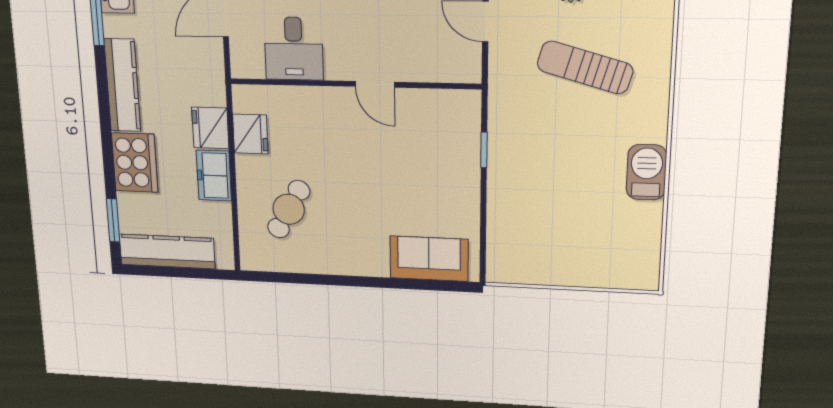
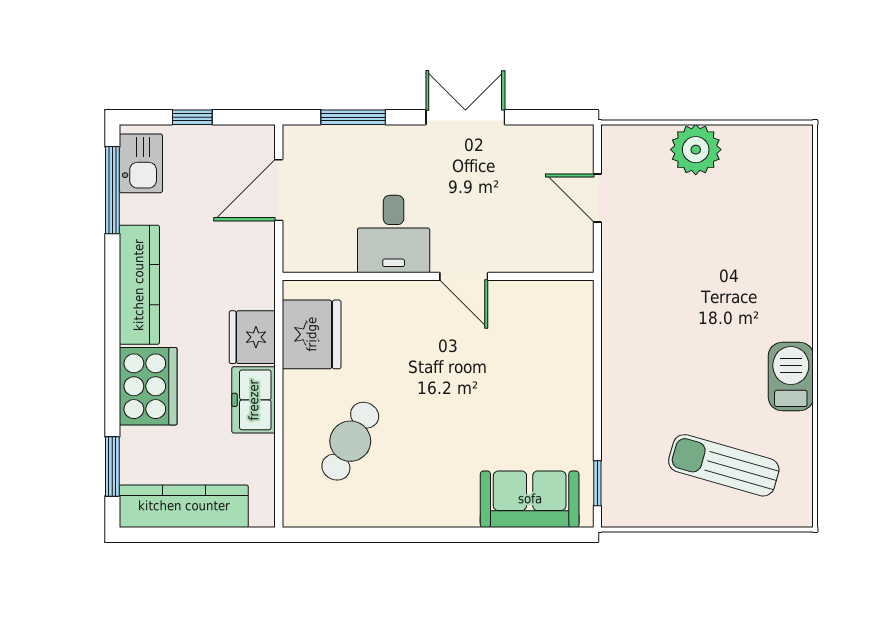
desk: (294, 49) -> (394, 234), moved
sun lounger: (585, 67) -> (724, 465), moved
fridge: (250, 134) -> (312, 334), width x1.36, depth x1.34
window: (484, 150) -> (597, 483), moved

